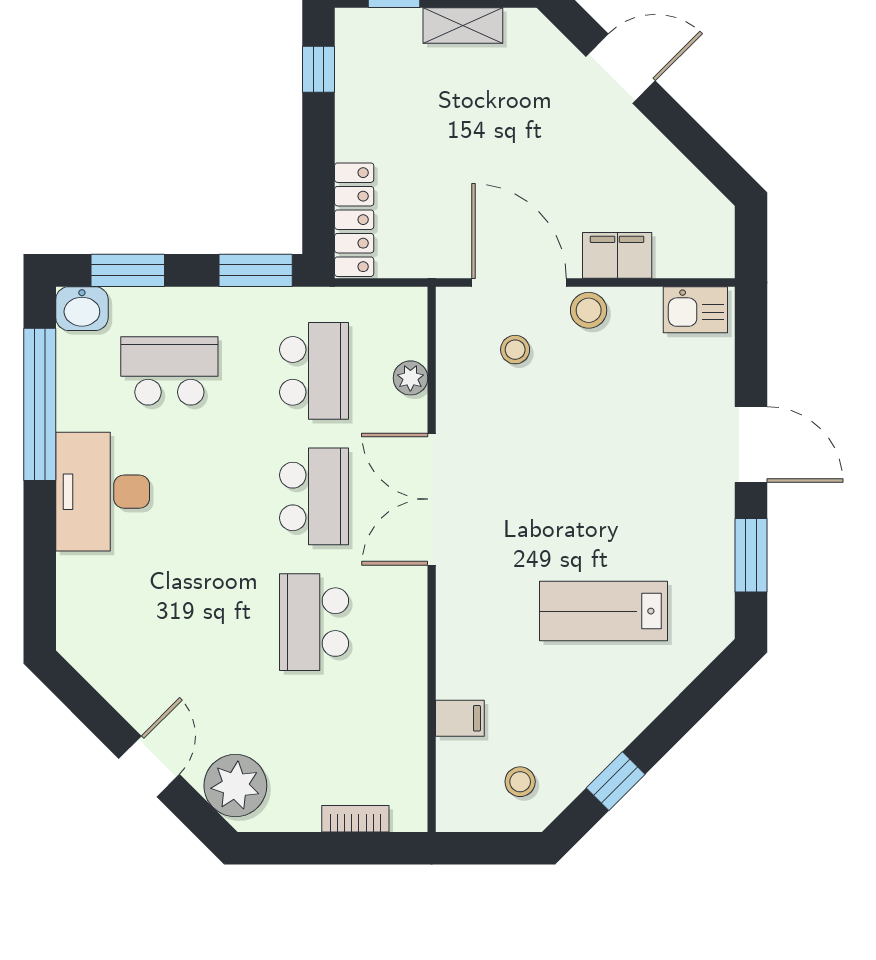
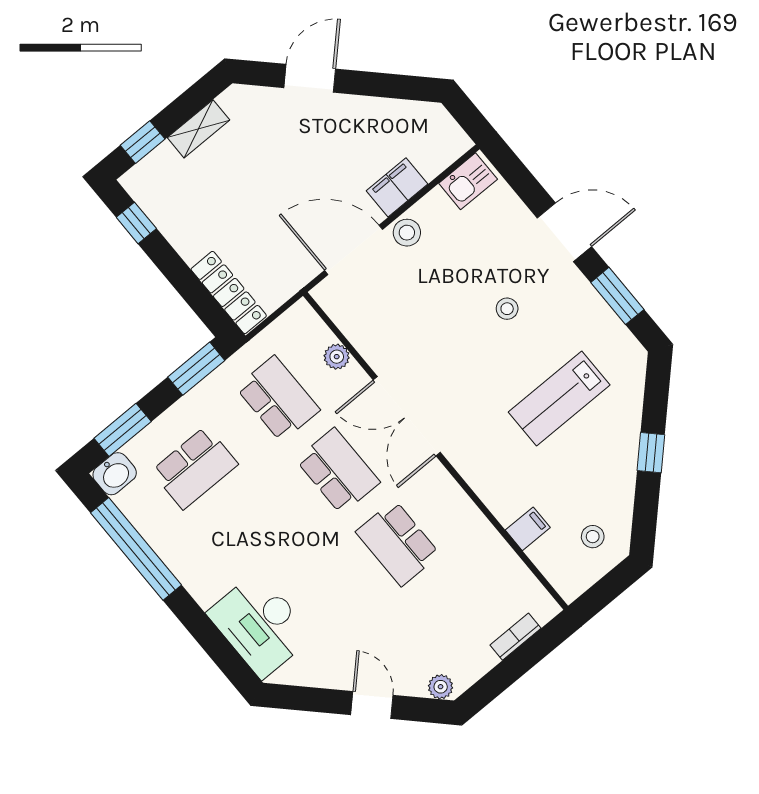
stool: (515, 350) -> (507, 309), moved
school desk: (169, 371) -> (195, 468), turned 180
desk: (103, 492) -> (260, 625), moved
window: (616, 781) -> (651, 453), moved
plant: (235, 786) -> (441, 687), width x0.53, depth x0.53

